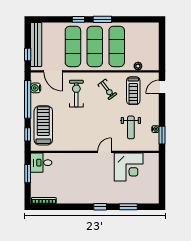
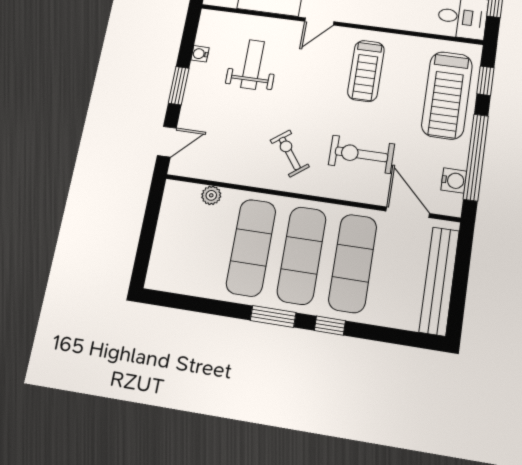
window: (28, 55) -> (463, 261), removed
treadmill: (133, 91) -> (366, 71), moved, turned 180
exercise bike: (76, 94) -> (361, 154), turned 90
window: (162, 135) -> (179, 86), moved

